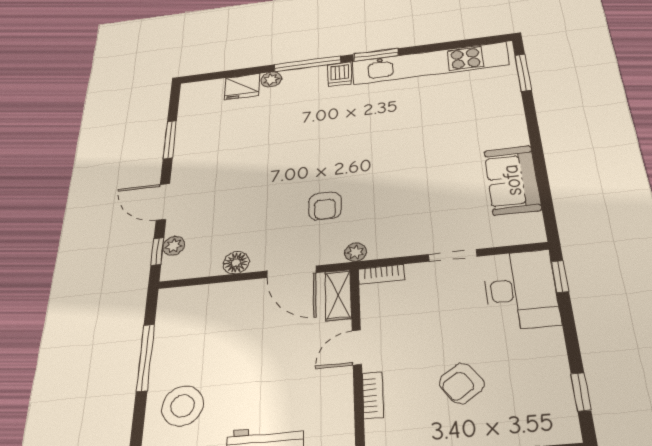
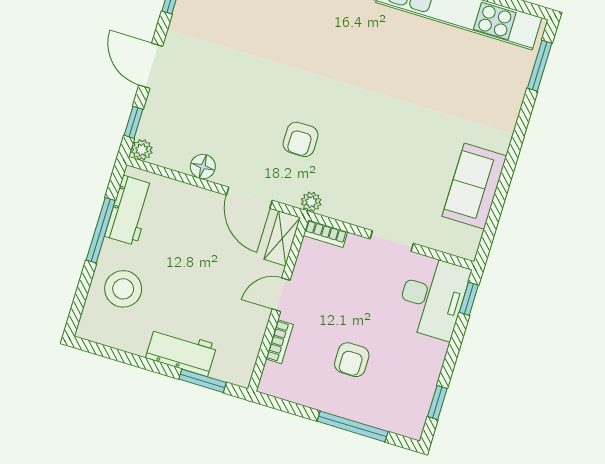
plant: (174, 246) -> (142, 150), moved
workbench: (172, 328) -> (130, 210), added
armchair: (462, 383) -> (352, 360), turned -55

